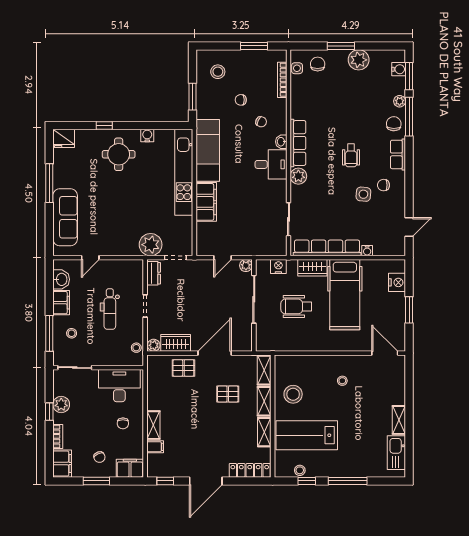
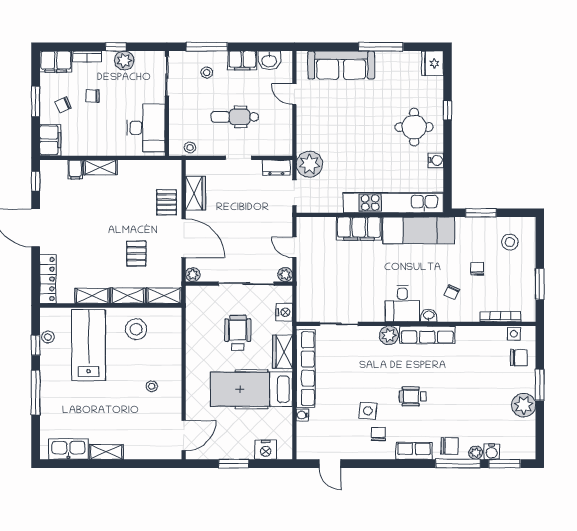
water cooler: (399, 69) -> (492, 452), moved
plant: (154, 345) -> (193, 275), moved
chair: (123, 423) -> (93, 96), moved

